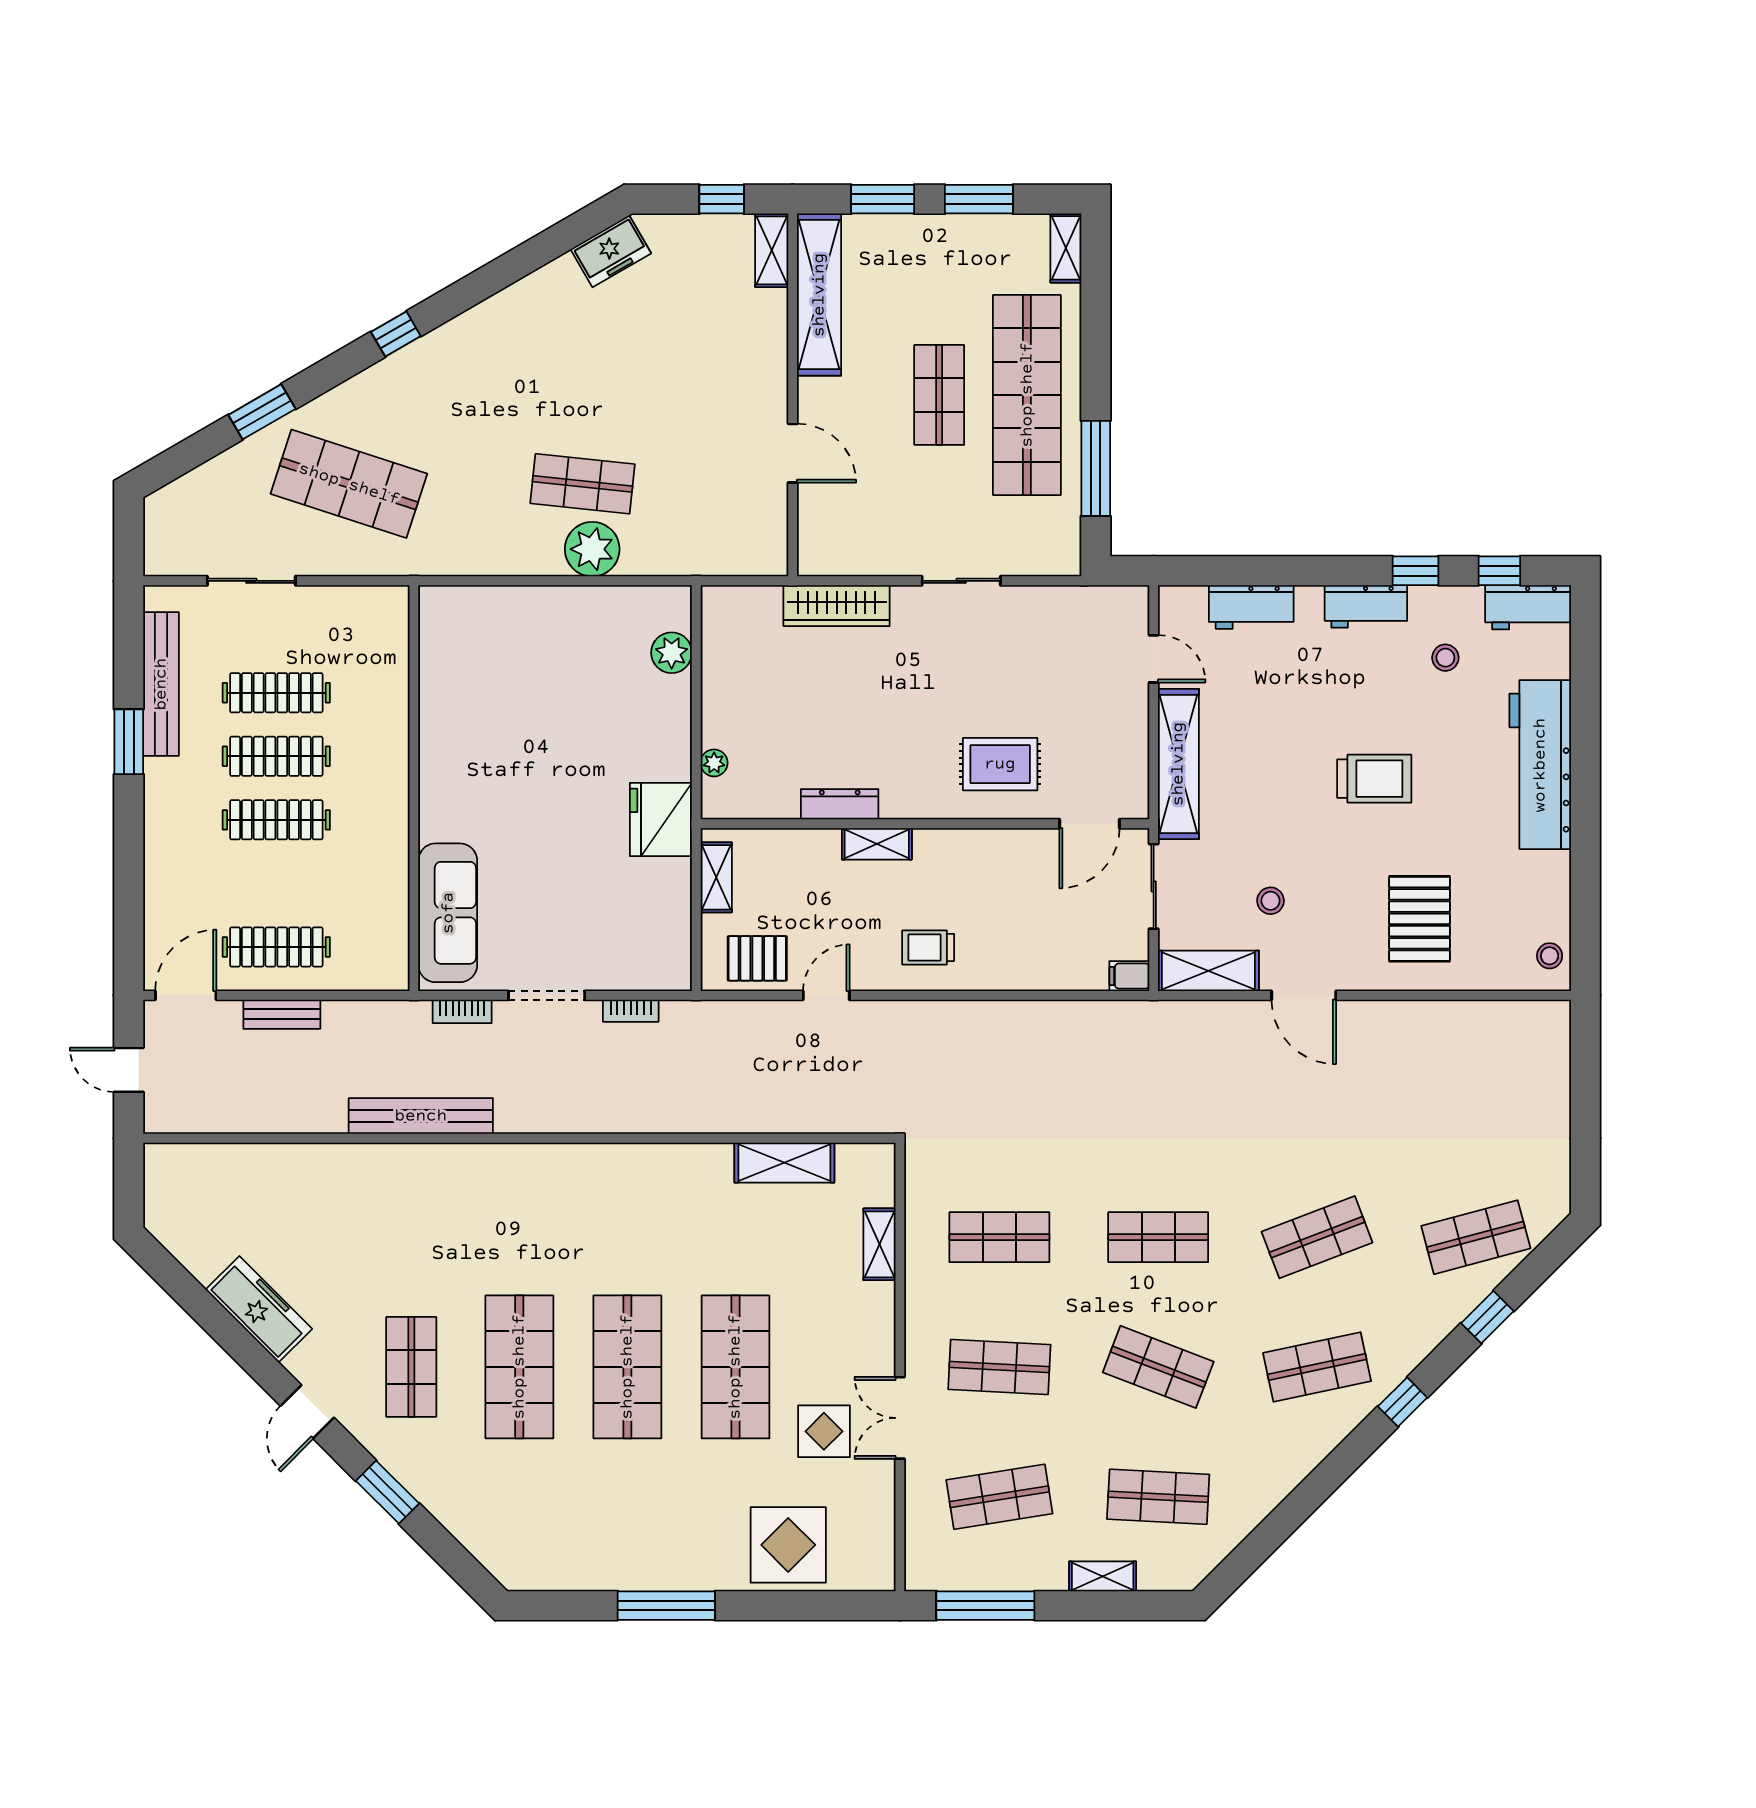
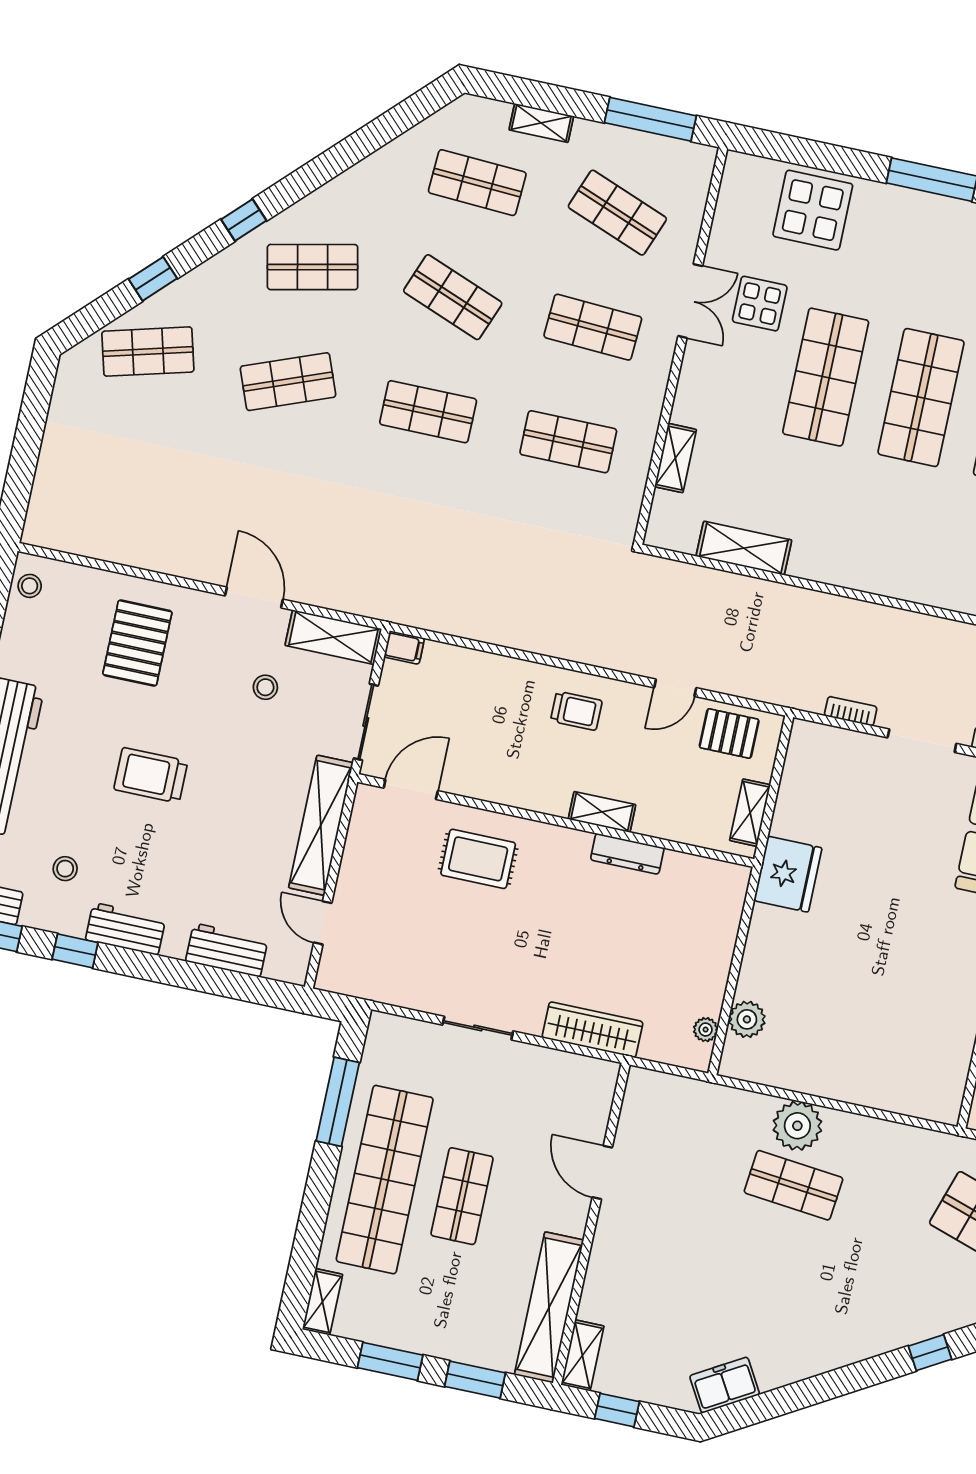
plant: (714, 763) -> (706, 1030), moved
shop shelf: (999, 1497) -> (617, 213), turned 30

